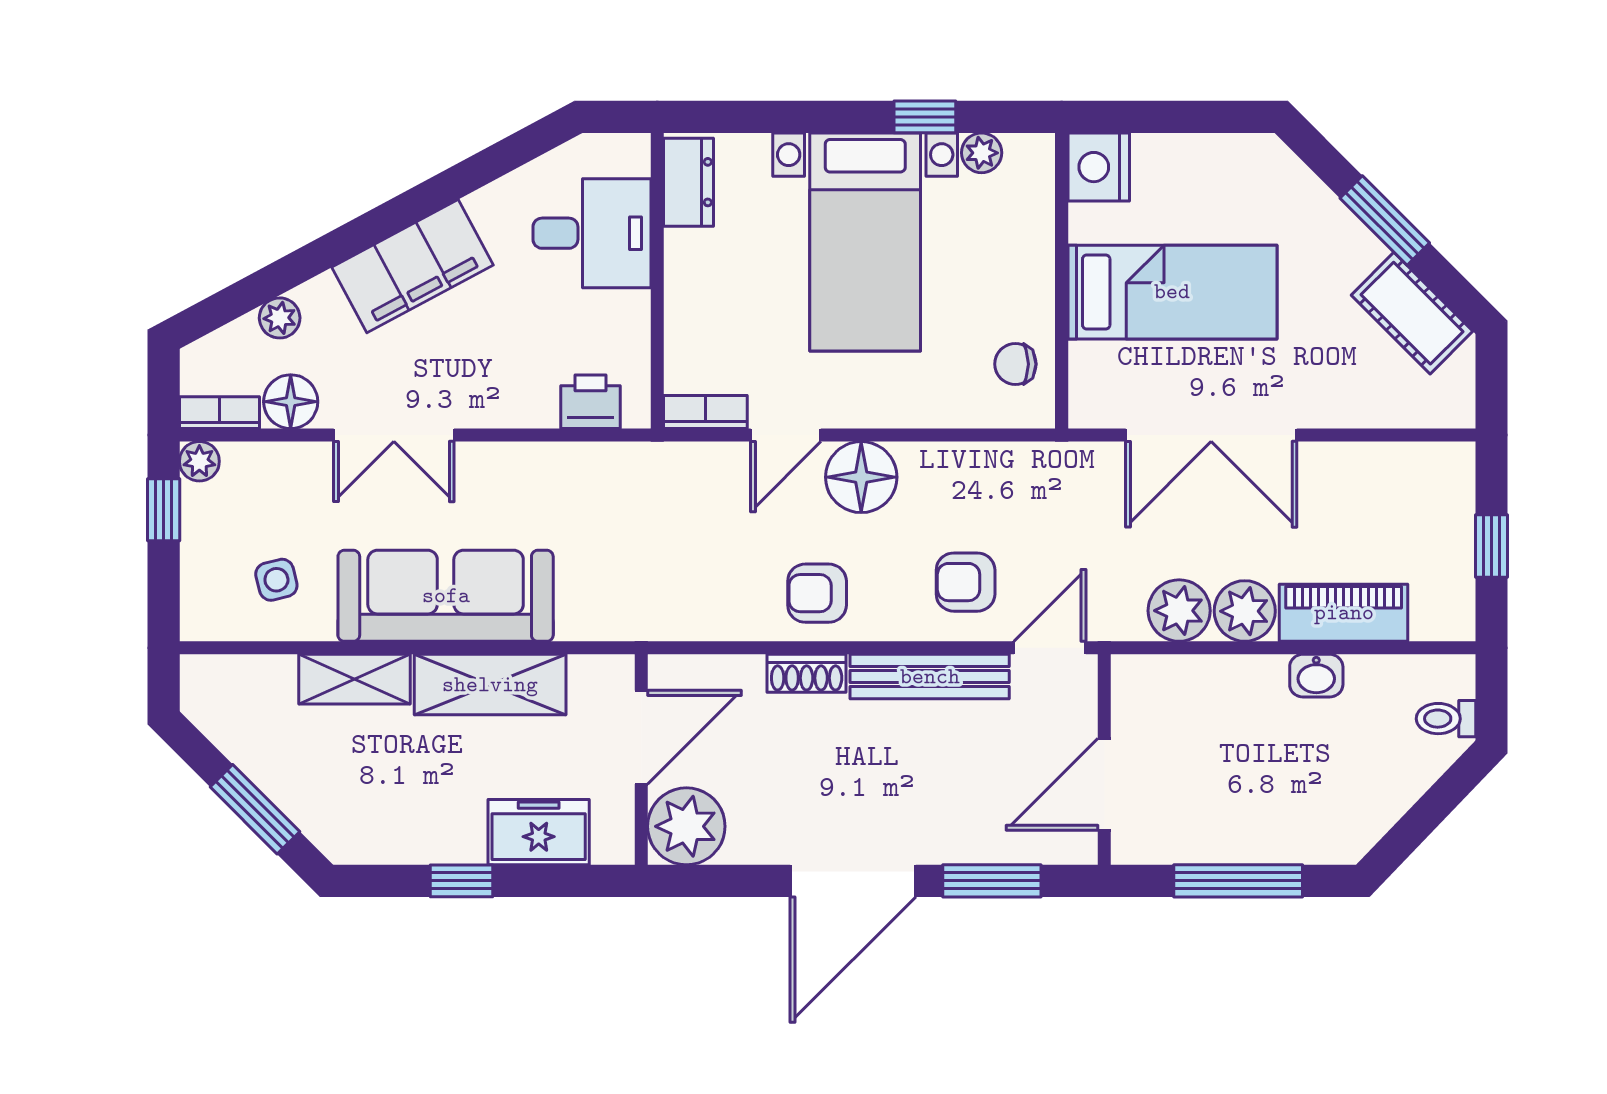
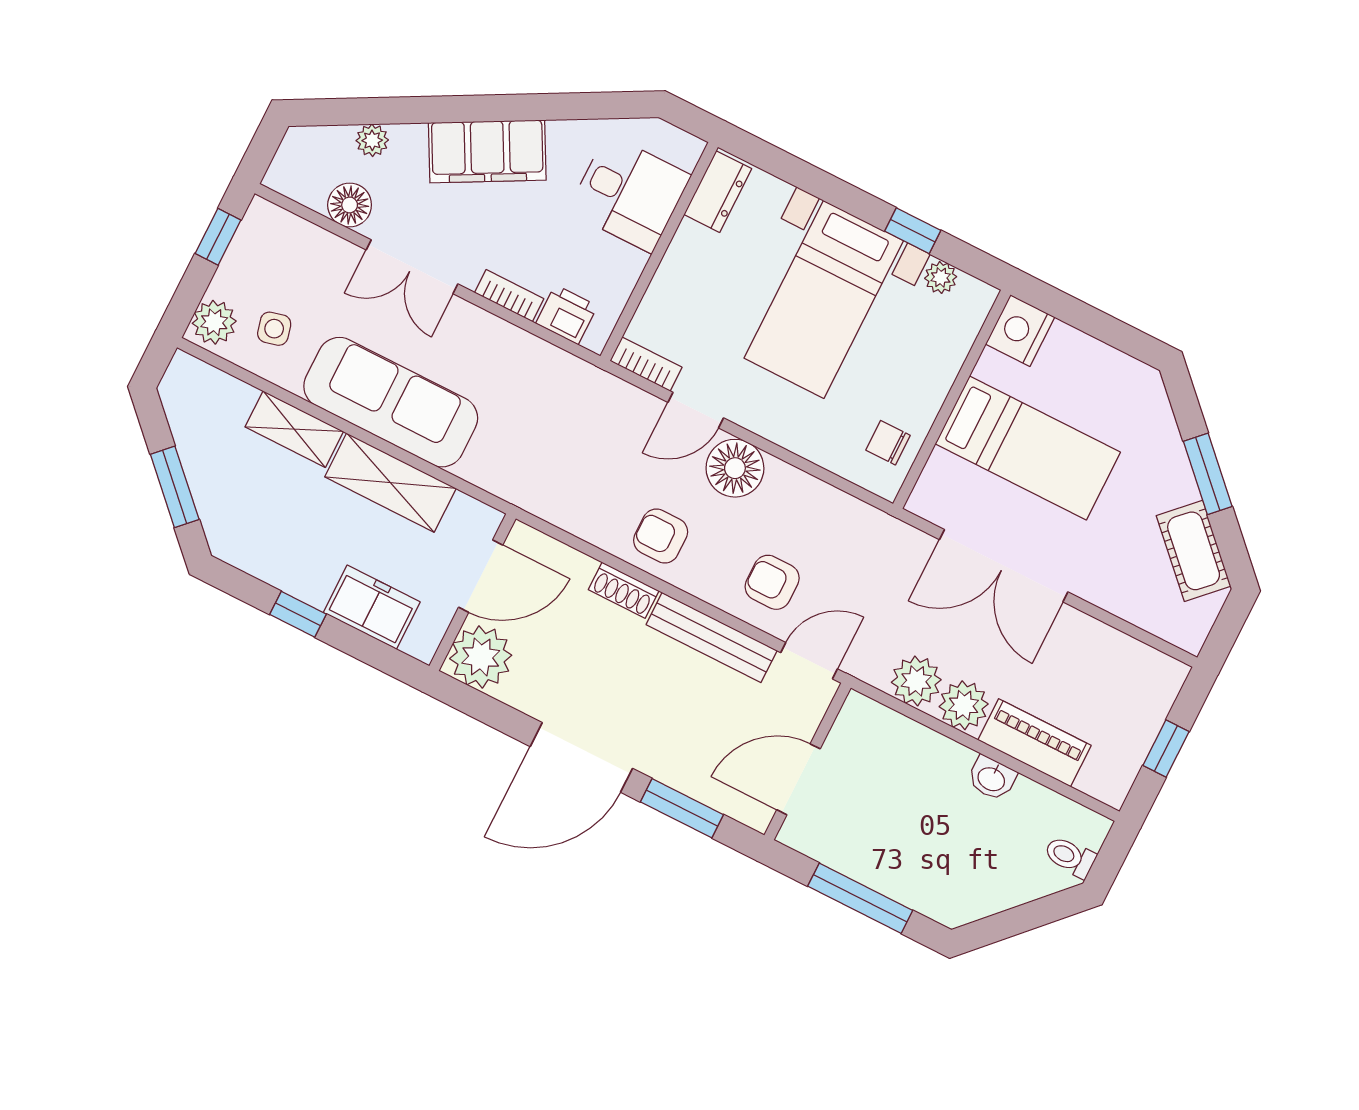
bookcase: (219, 413) -> (509, 296), moved
plant: (199, 461) -> (214, 322), moved, width x1.38, depth x1.38

